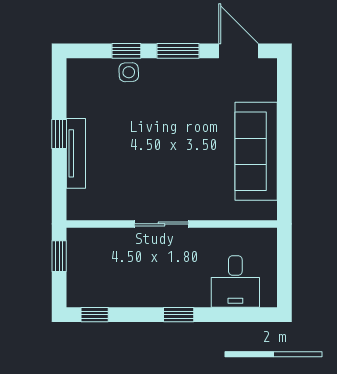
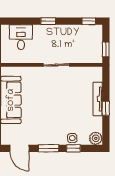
plant: (80, 72) -> (96, 138), added

